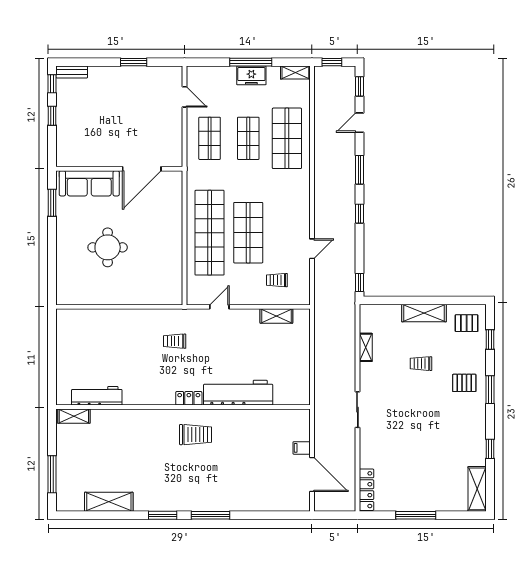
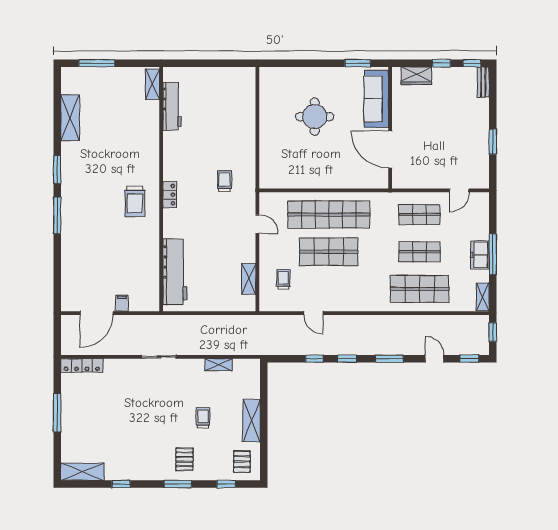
wardrobe: (65, 142) -> (416, 76), added
window: (359, 283) -> (314, 359), moved
workbench: (238, 393) -> (175, 272), moved

